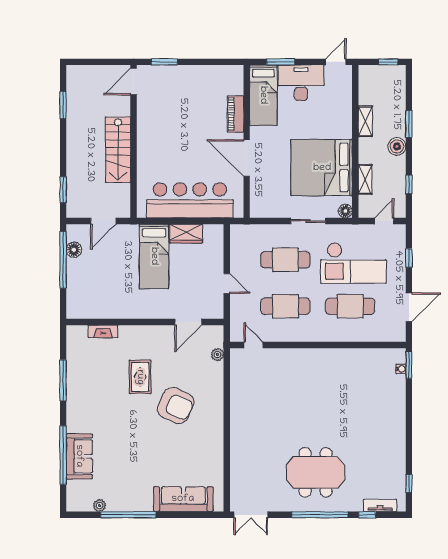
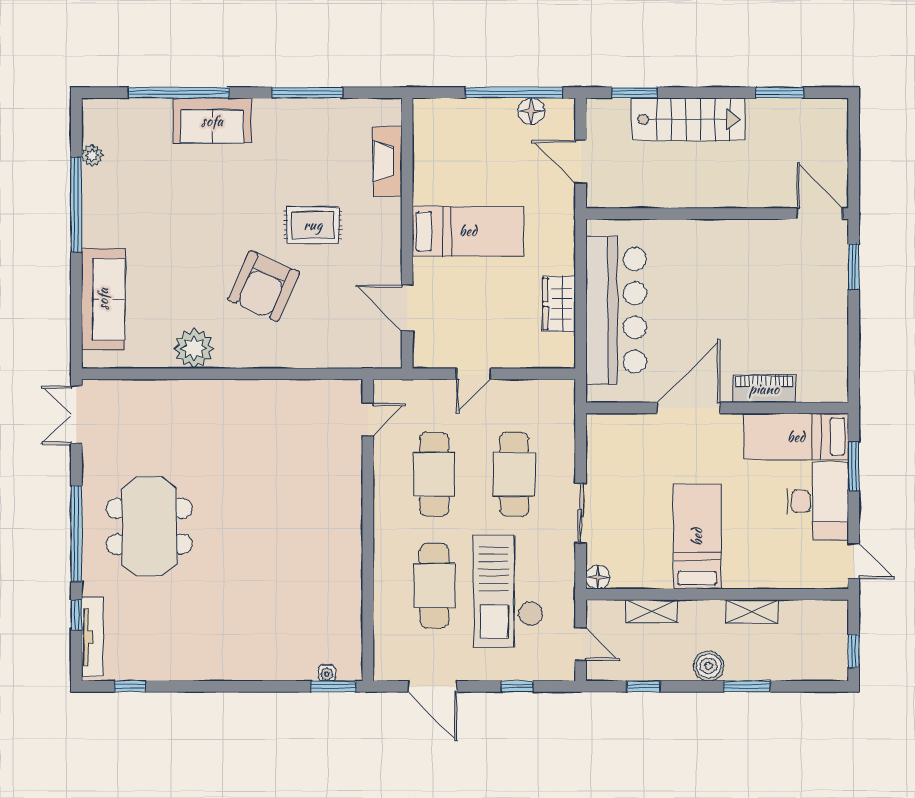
stairs: (118, 150) -> (688, 119), moved, turned 180
bed: (322, 168) -> (697, 537), width x0.49
bed: (154, 256) -> (468, 231), moved, turned 180
fireplace: (103, 331) -> (388, 161), width x1.37, depth x1.32
plant: (217, 355) -> (194, 348), moved, width x1.87, depth x1.87
sofa: (79, 456) -> (212, 121), moved
tv unit: (380, 505) -> (92, 637), width x1.41

